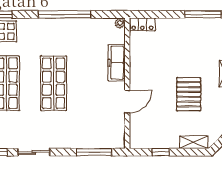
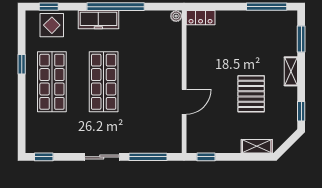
freezer: (117, 63) -> (98, 20), moved, turned -90
sliding door: (34, 152) -> (102, 157), moved
window: (161, 152) -> (206, 157), moved

